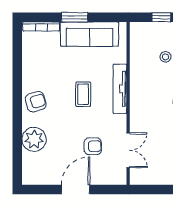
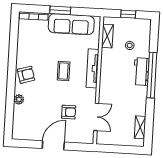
shelving: (136, 47) -> (107, 36), added
plant: (34, 139) -> (19, 99), width x0.53, depth x0.53

